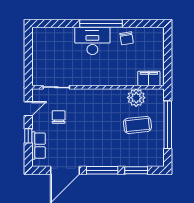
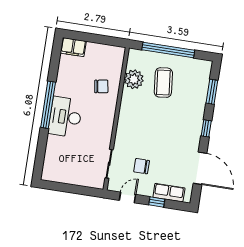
chair: (127, 38) -> (101, 86), moved
filing cabinet: (149, 78) -> (73, 47), moved, turned -90
door: (28, 109) -> (128, 197), hinge flipped
window: (102, 170) -> (206, 128), width x0.46

